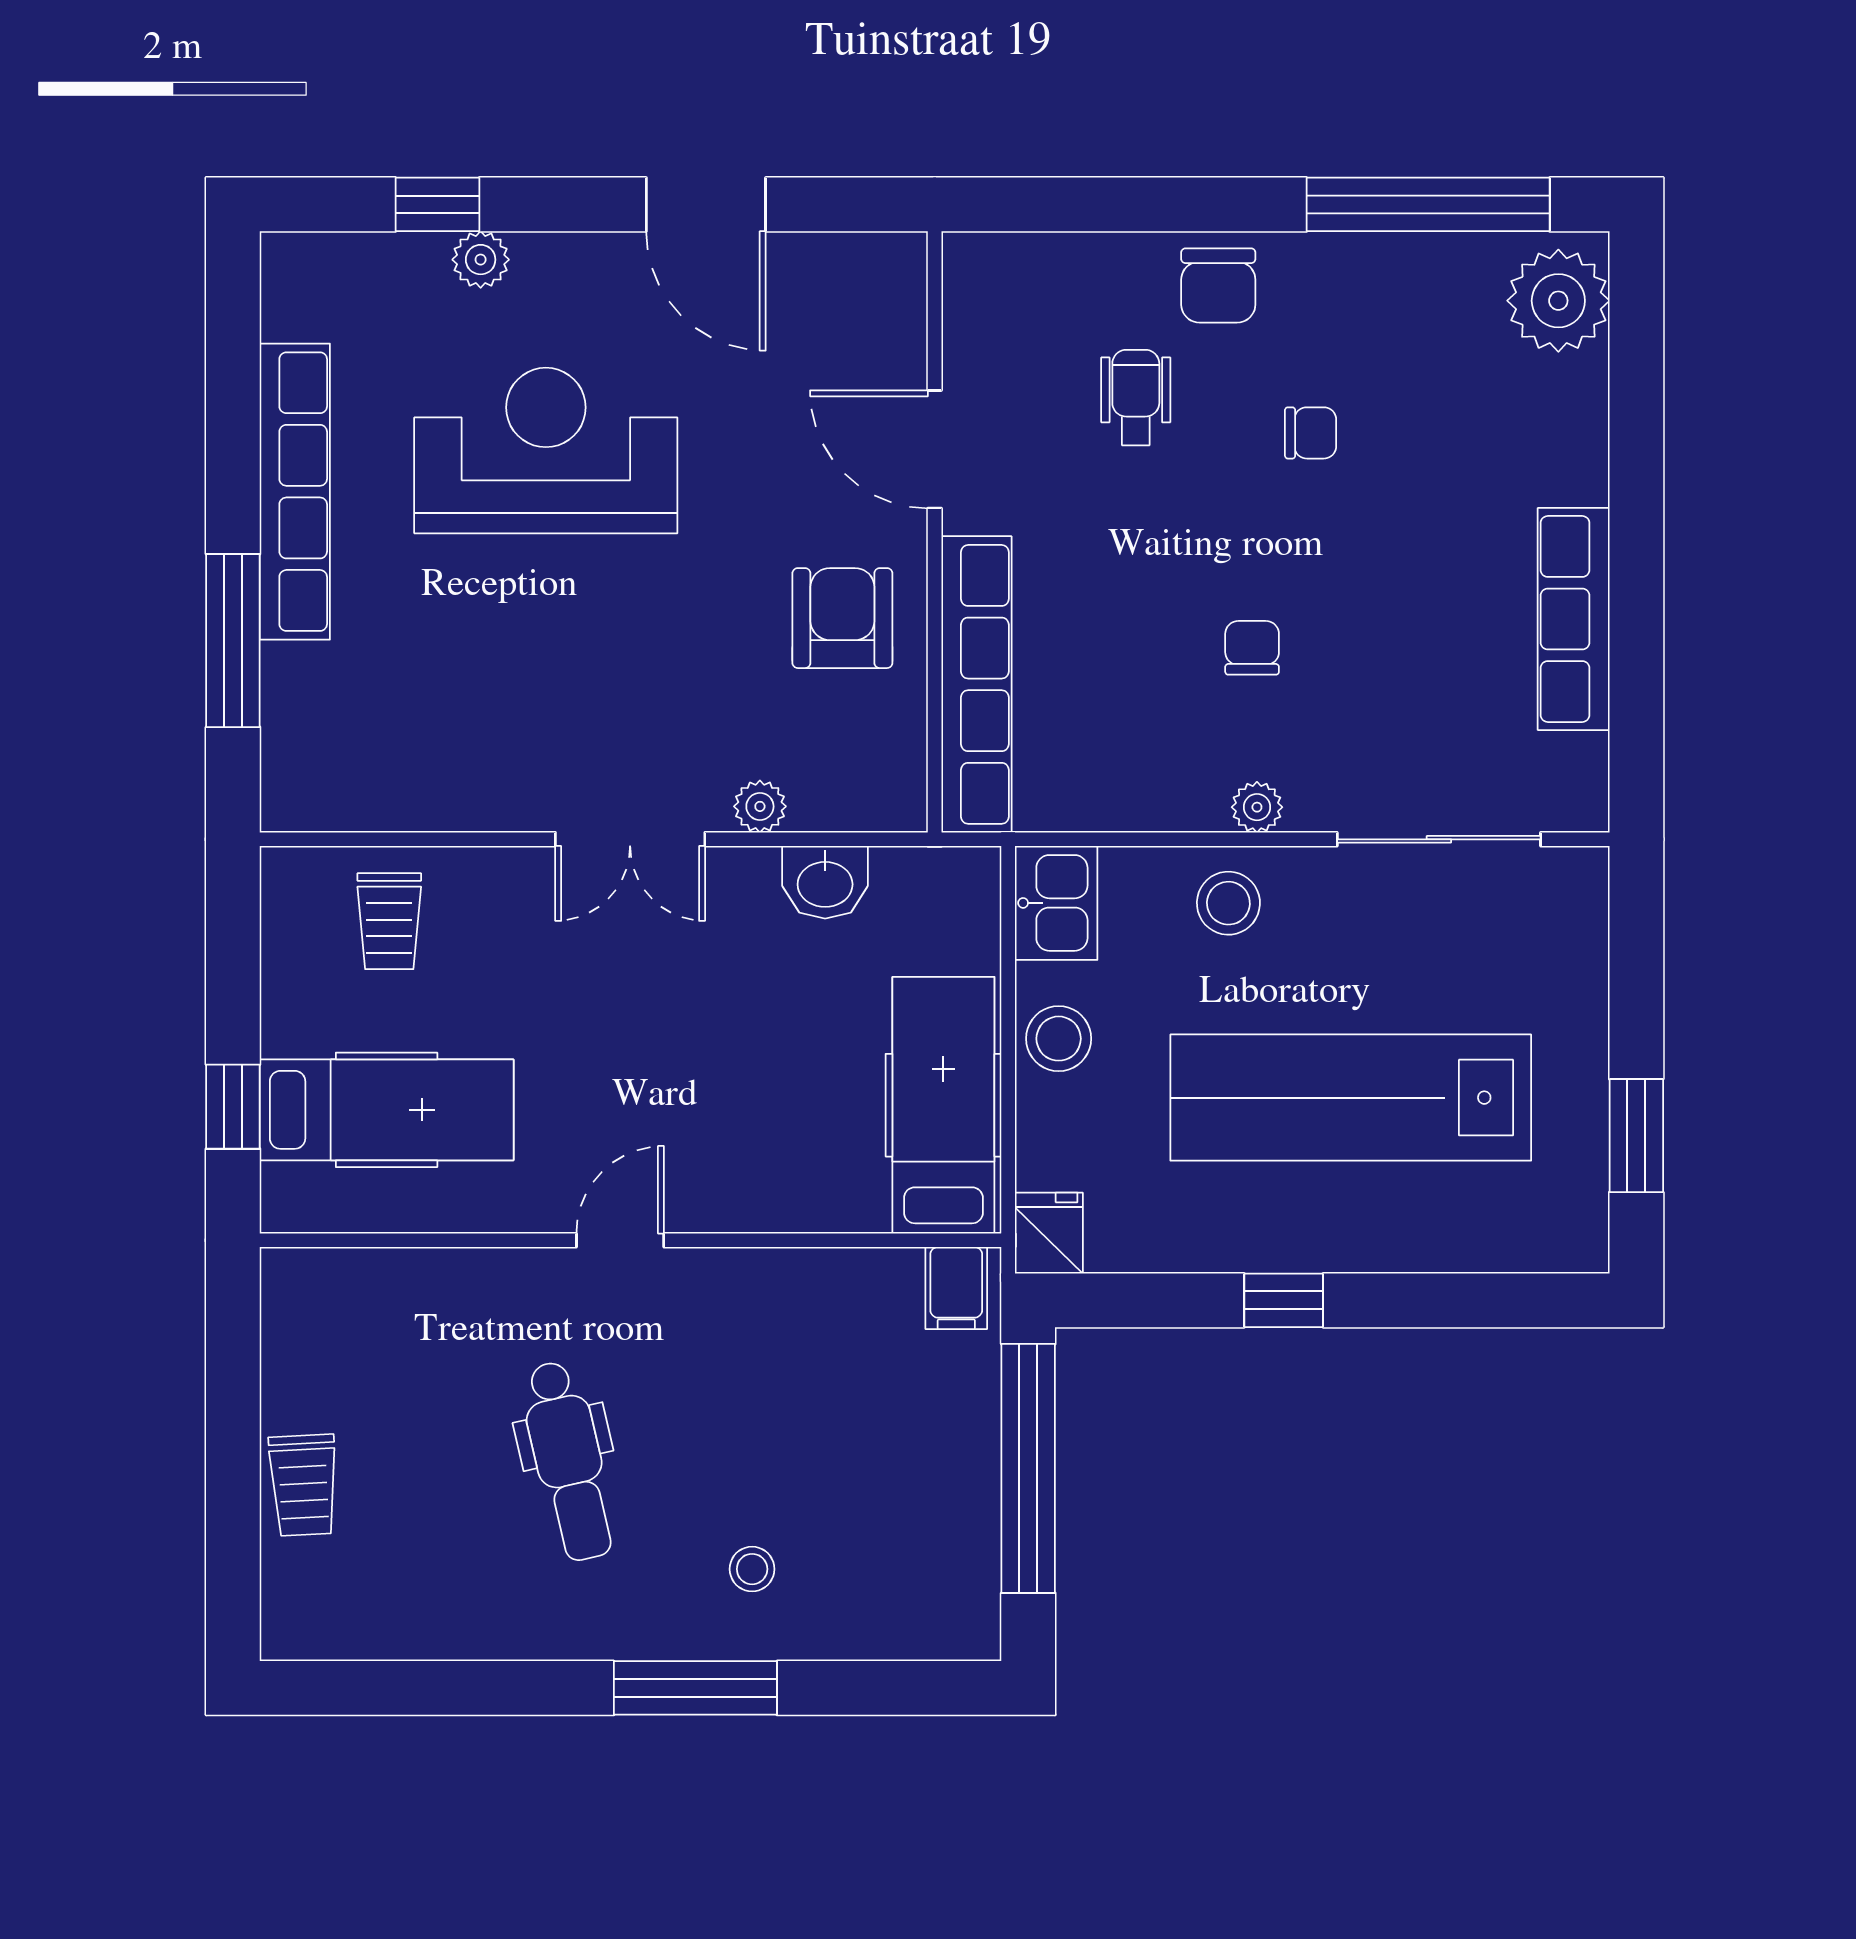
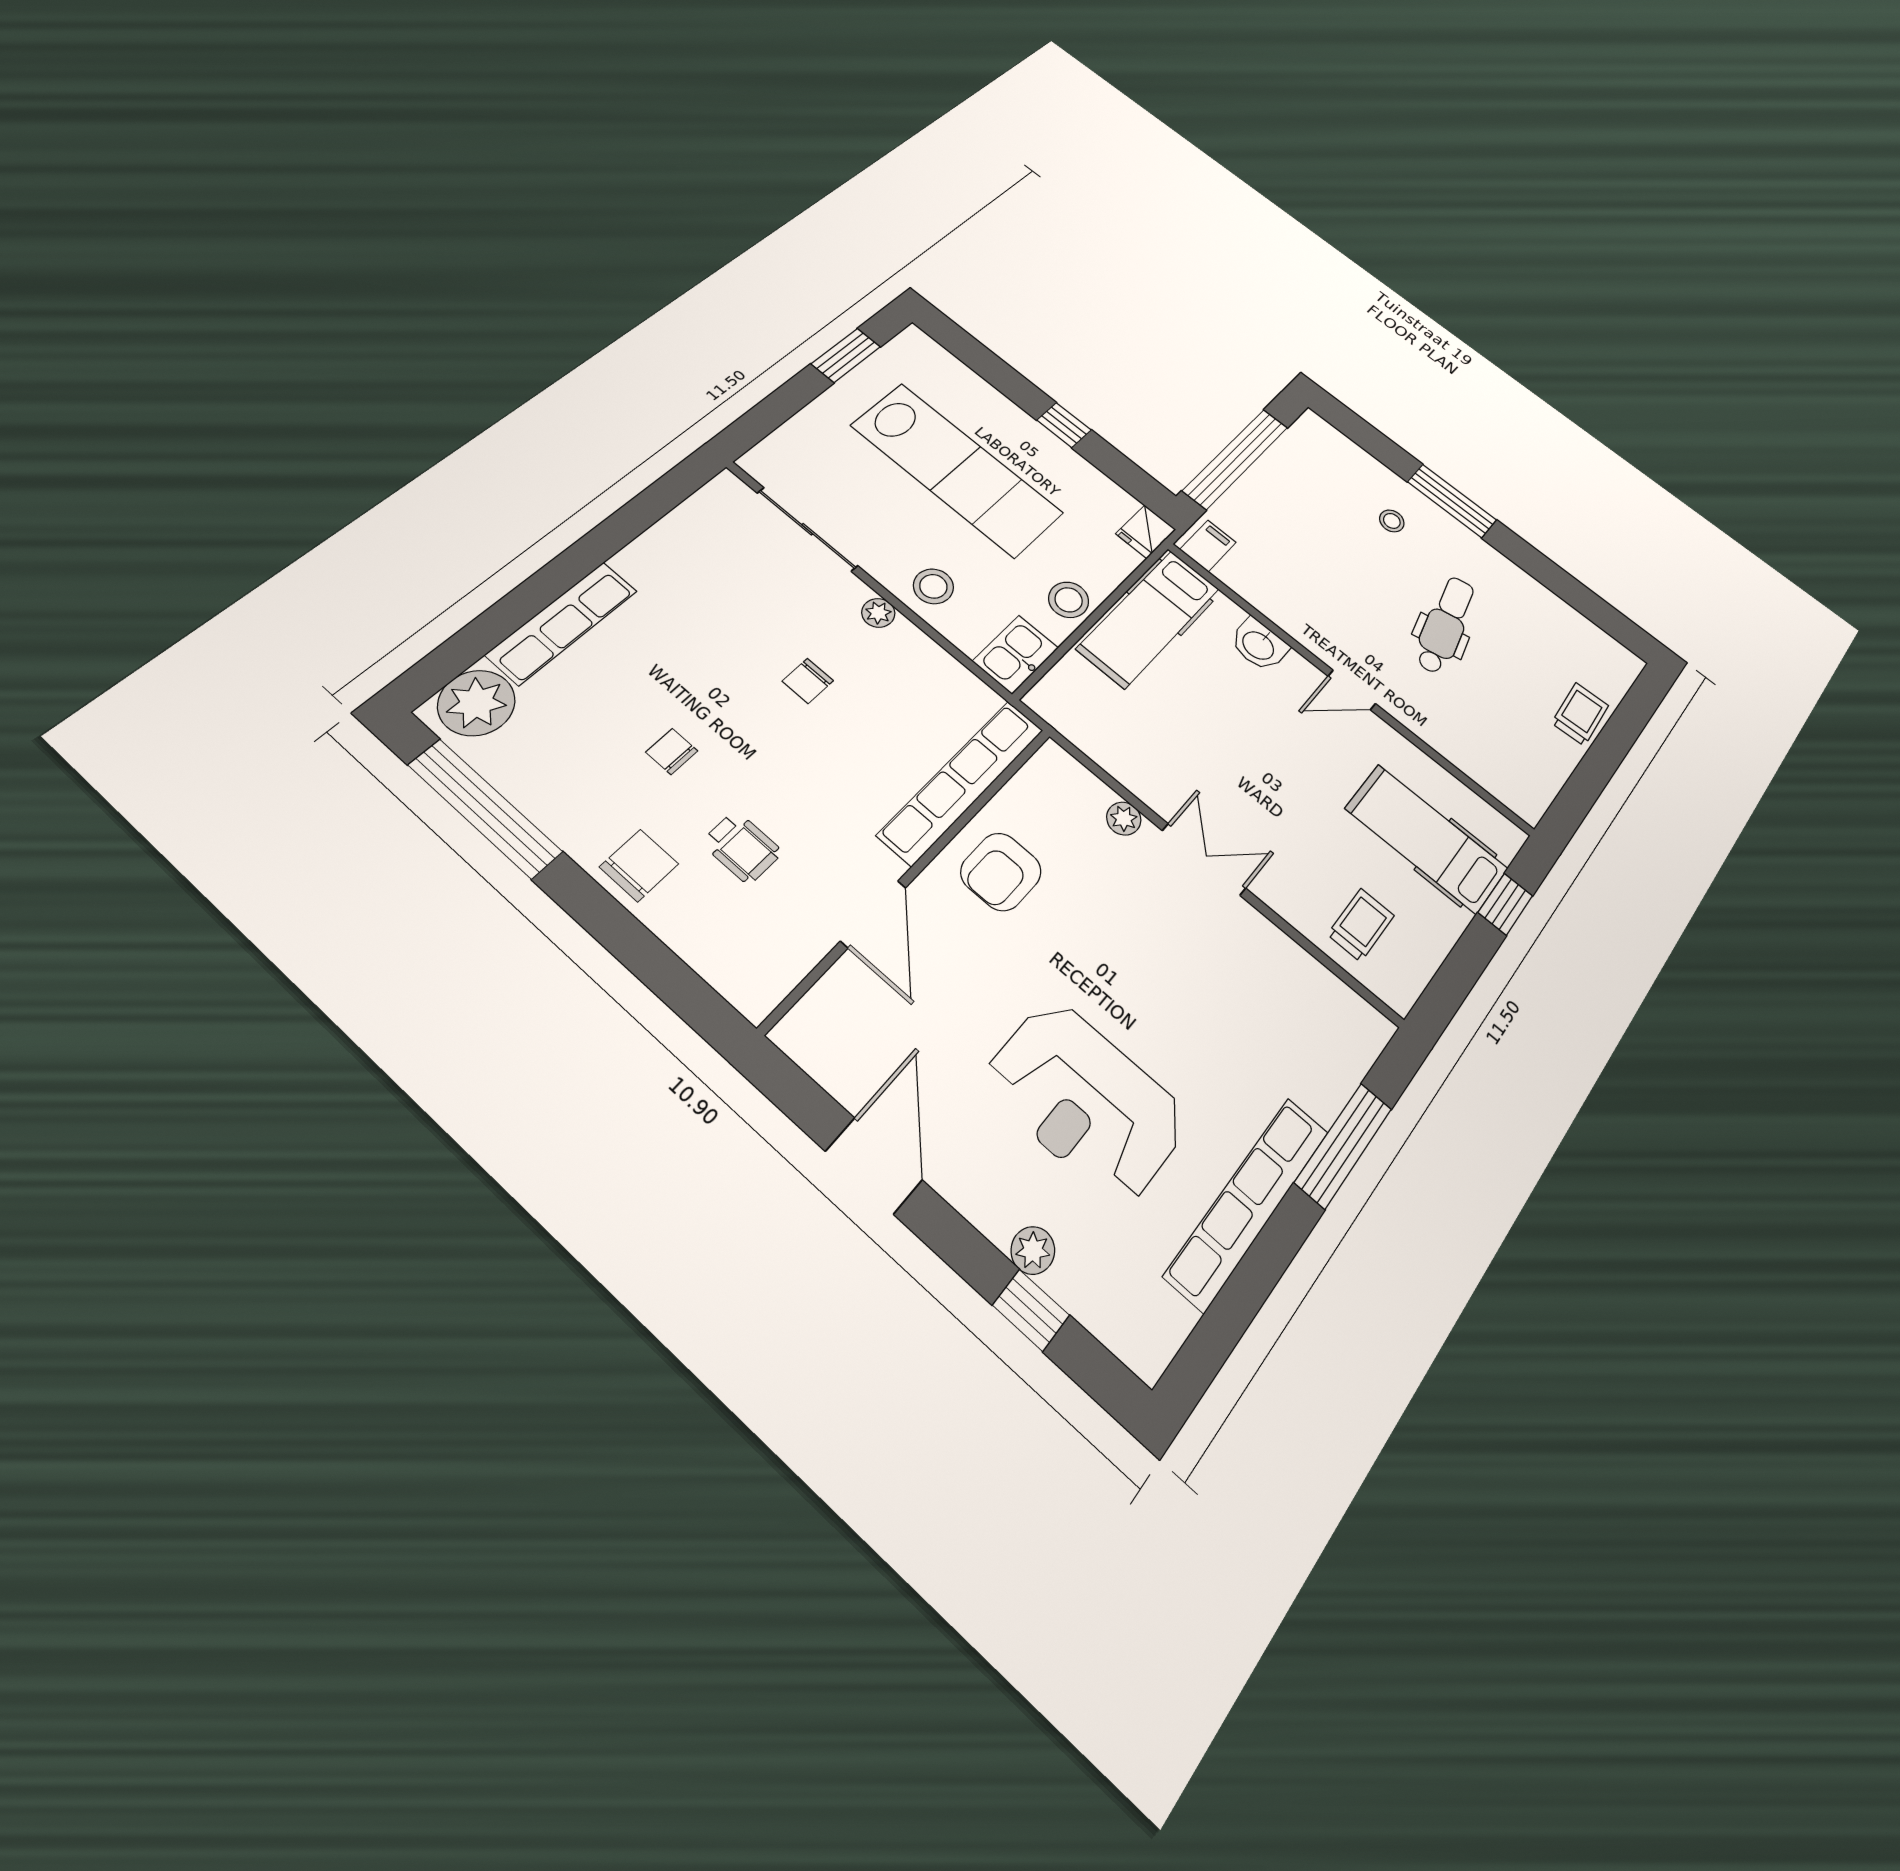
wheelchair: (1136, 398) -> (742, 847), turned -90
row of seats: (1574, 619) -> (562, 623), moved
washbasin: (825, 882) -> (1259, 645), moved, turned 180

